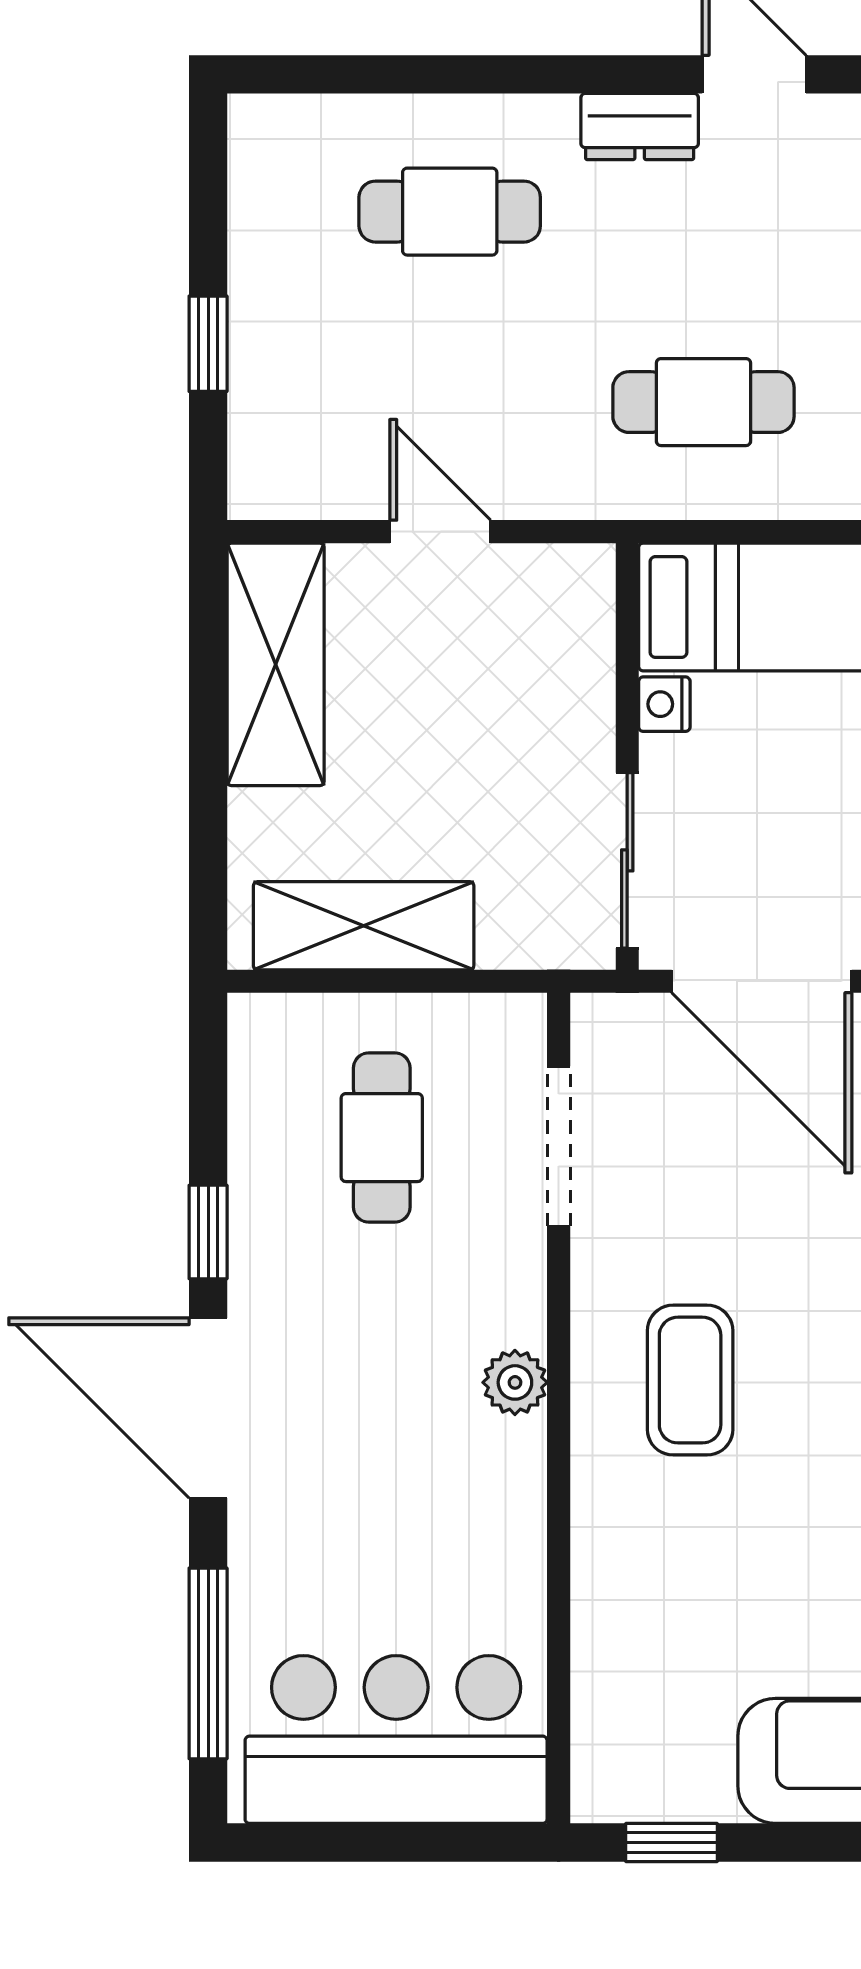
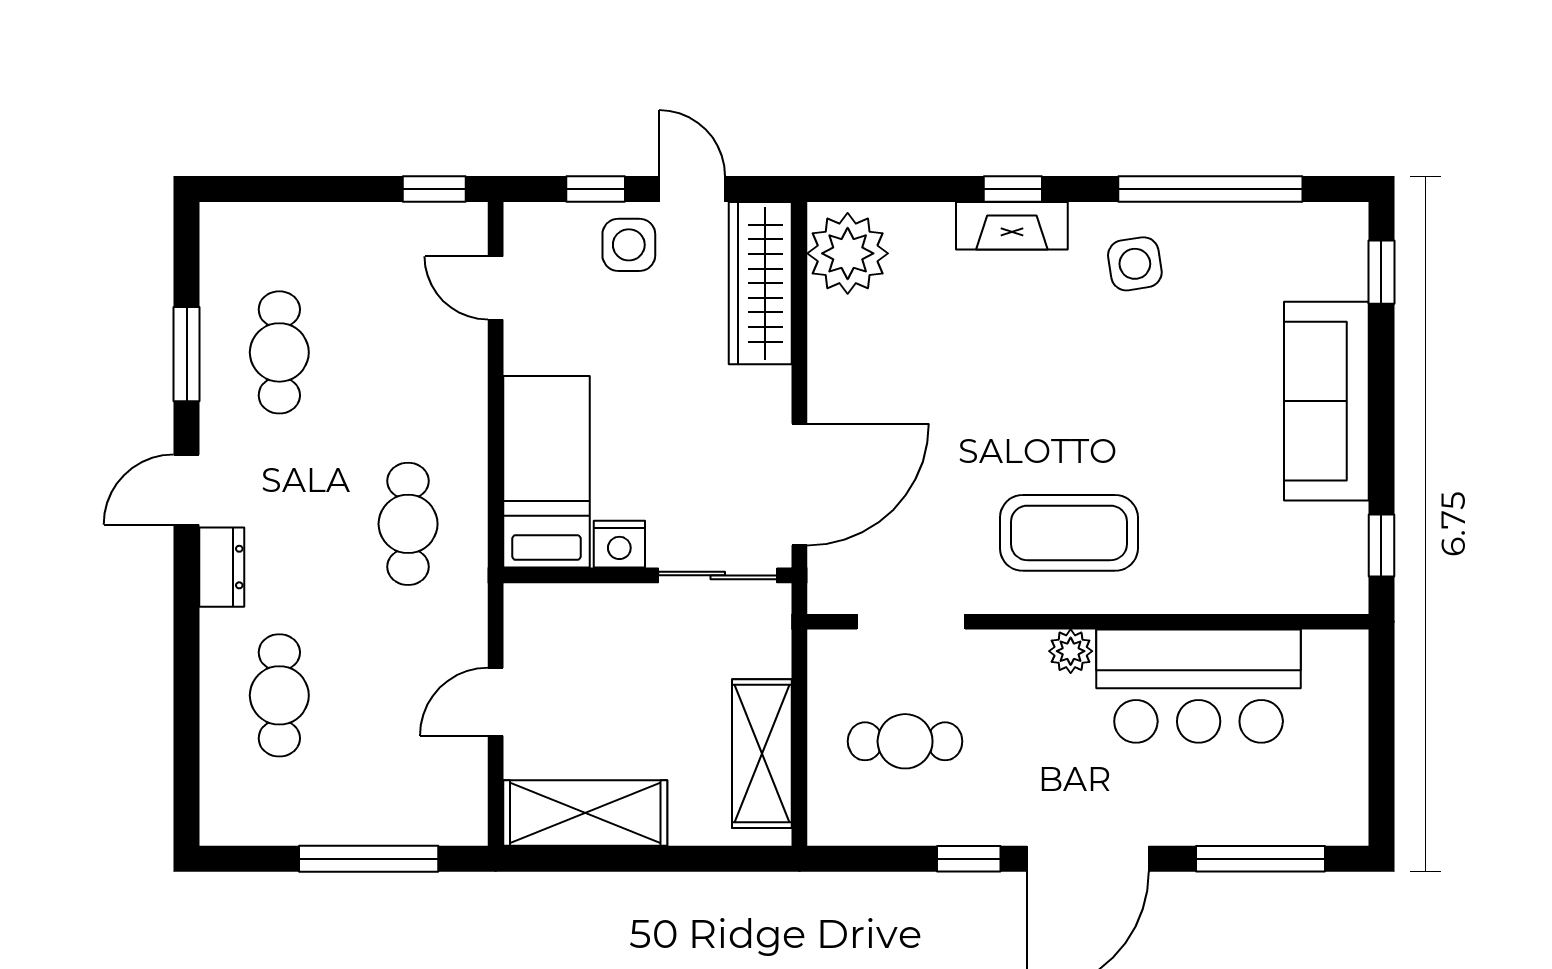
window: (208, 344) -> (369, 859), width x2.17
nightstand: (664, 704) -> (619, 544), width x1.39, depth x1.35
coffee table: (690, 1380) -> (1069, 533), width x1.36, depth x1.32
bar counter: (396, 1740) -> (1199, 686), moved, turned -90

